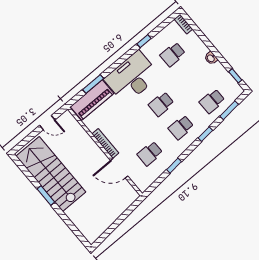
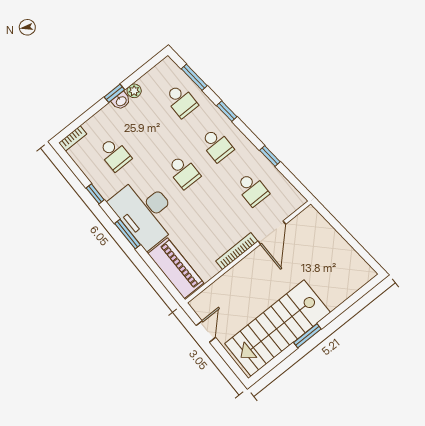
plant: (218, 67) -> (134, 91), added
window: (235, 76) -> (114, 93), moved
window: (93, 84) -> (128, 234), moved

